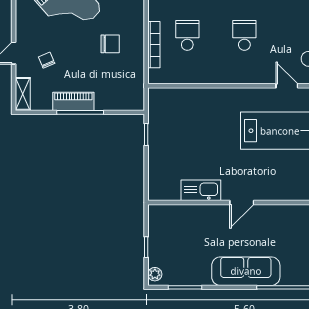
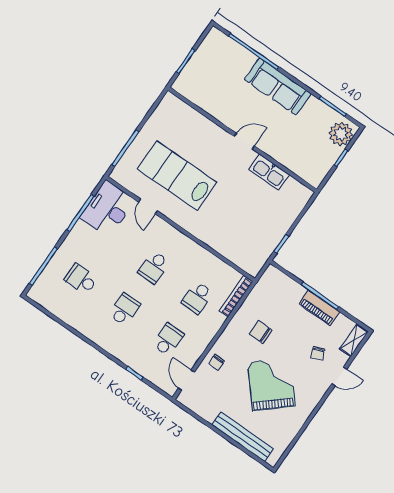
bookcase: (154, 45) -> (236, 296), moved
plant: (155, 274) -> (341, 134), width x1.87, depth x1.87

